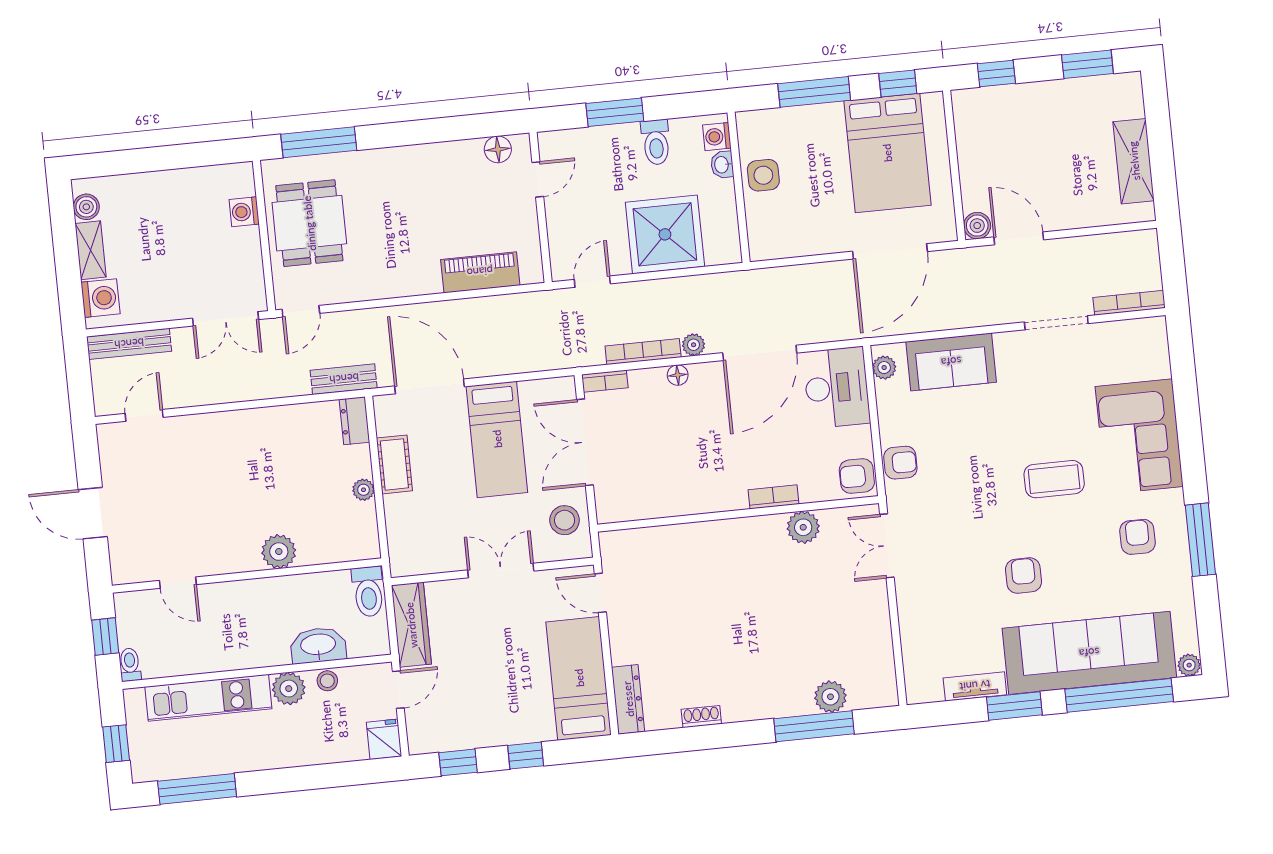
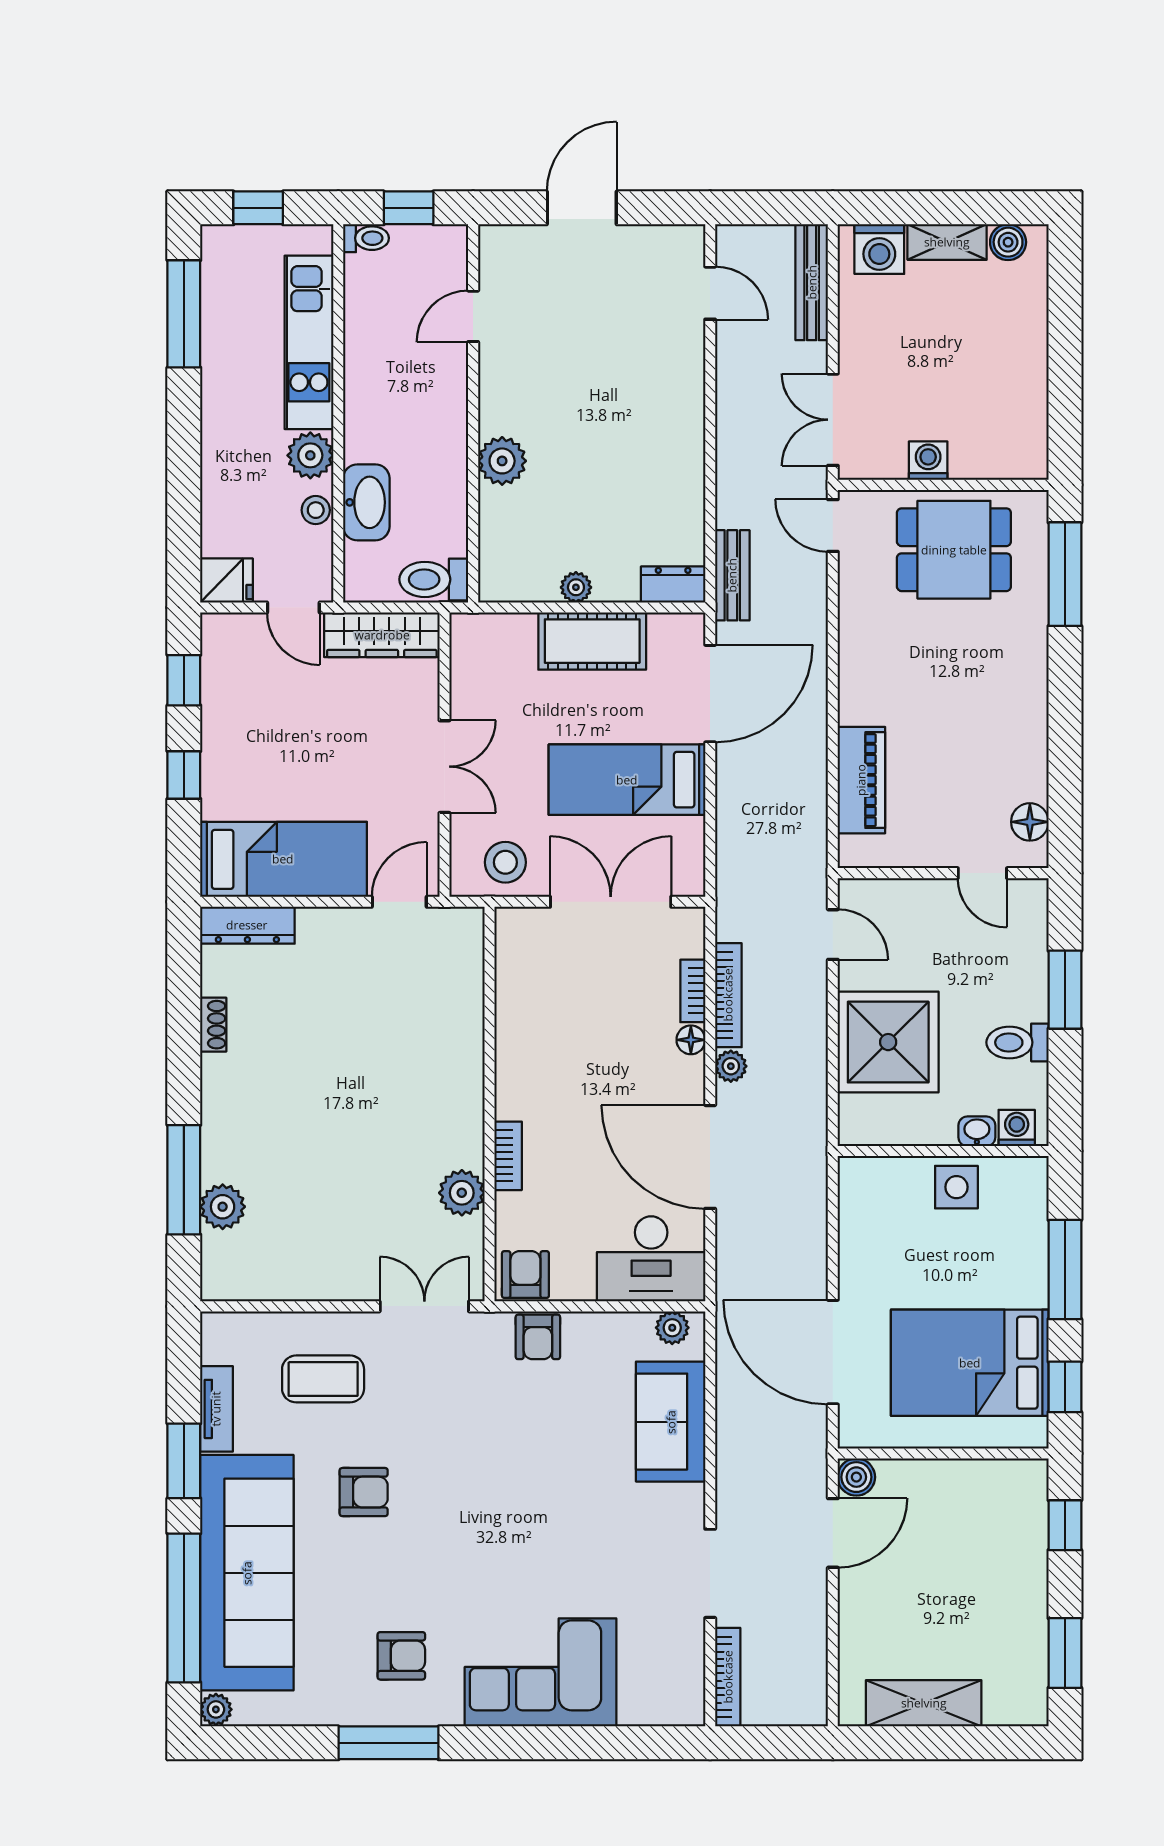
washing machine: (244, 212) -> (928, 461), moved
bookcase: (605, 381) -> (693, 991), moved
cot: (394, 464) -> (592, 641), width x1.37, depth x1.34
coffee table: (1054, 479) -> (323, 1379), moved, turned 90

